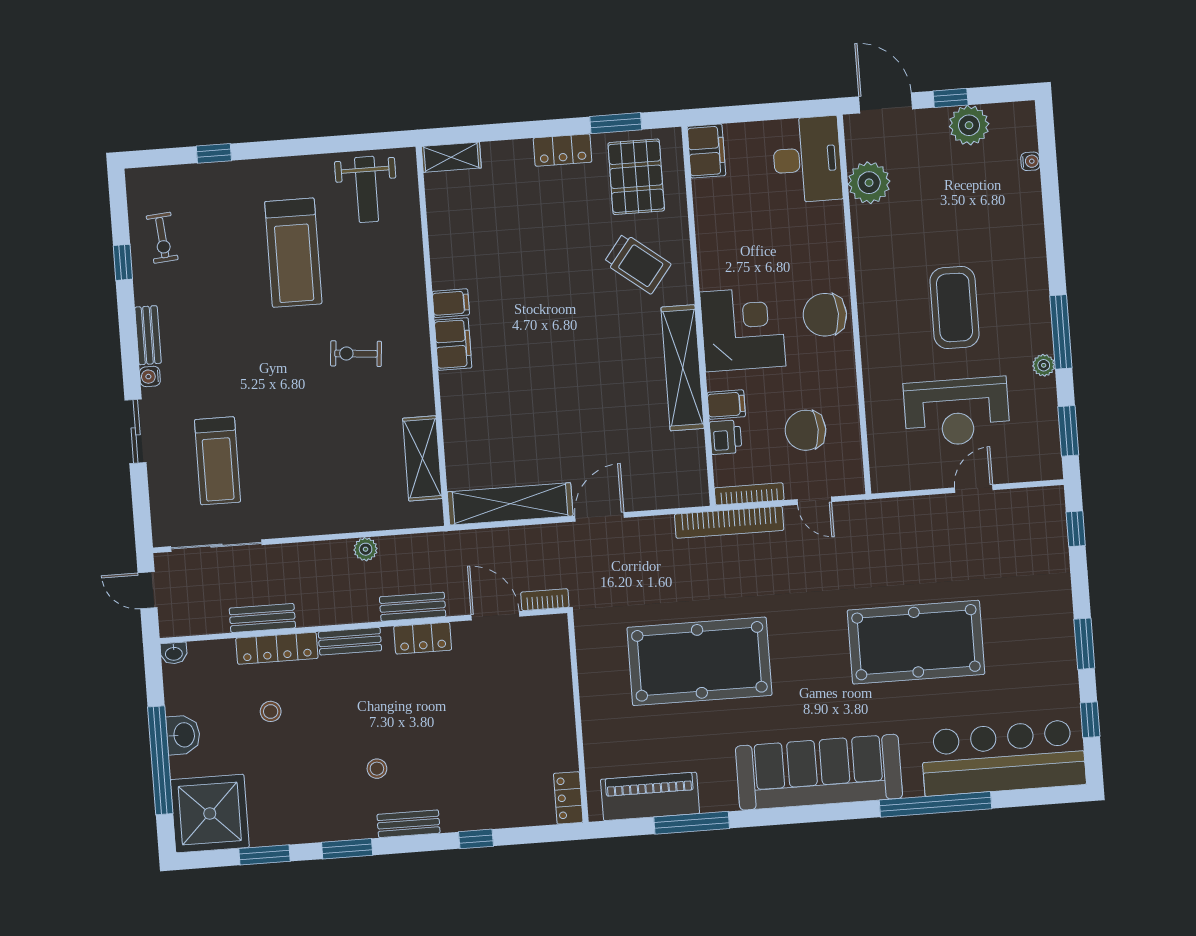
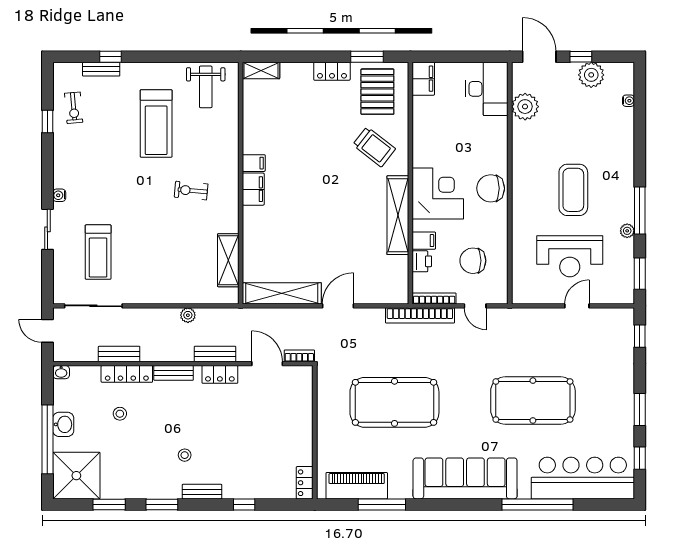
bench: (148, 335) -> (101, 69), moved, turned 90

